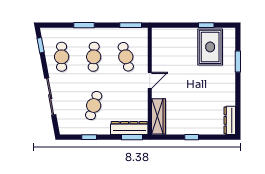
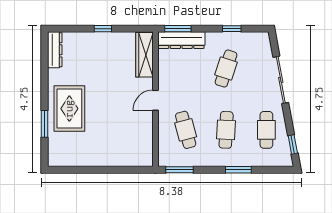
window: (206, 25) -> (84, 170), removed
rug: (210, 47) -> (69, 109), moved

